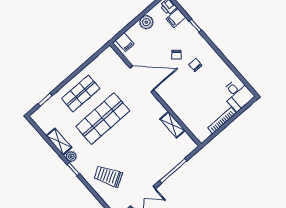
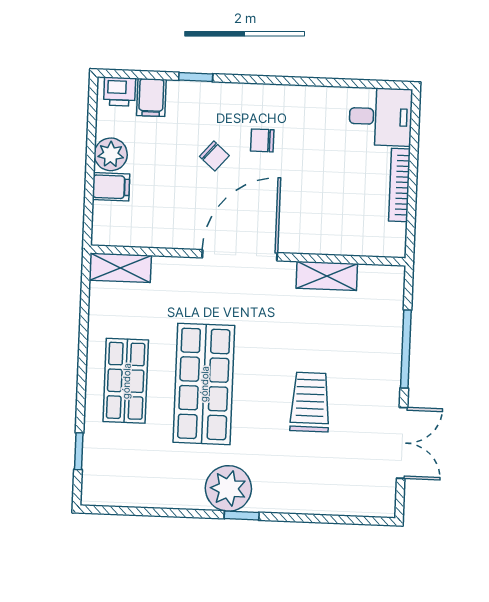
filing cabinet: (125, 42) -> (111, 187), moved
door: (142, 79) -> (240, 255), moved
shelving: (59, 142) -> (120, 268), moved
plant: (71, 157) -> (228, 488), width x1.88, depth x1.88
trolley: (108, 176) -> (310, 402), moved, turned 120

